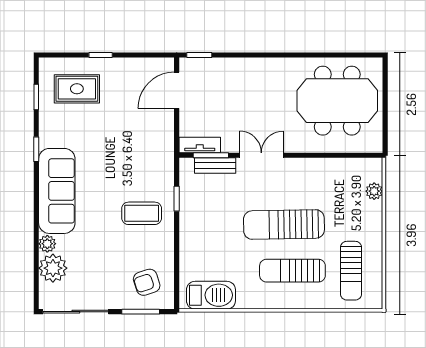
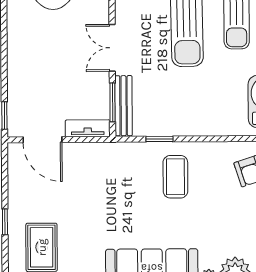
tv unit: (200, 145) -> (88, 128), moved, turned 90
bench: (215, 166) -> (124, 106), width x1.36

